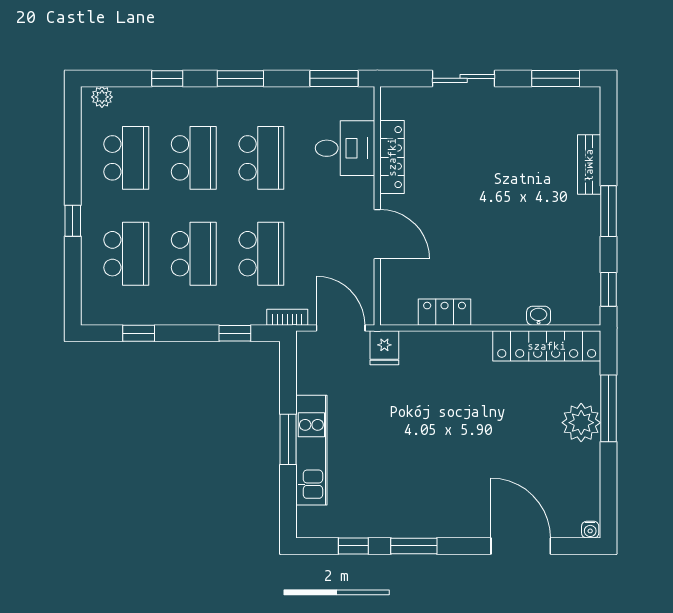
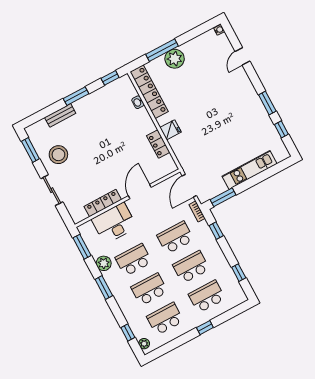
window: (167, 78) -> (128, 333), moved
plant: (284, 101) -> (104, 263), added
stool: (521, 124) -> (58, 155), added
desk: (345, 148) -> (114, 223), width x1.37
fridge: (384, 348) -> (171, 130), moved
window: (288, 439) -> (223, 197), moved
door: (521, 546) -> (242, 56), width x0.53

